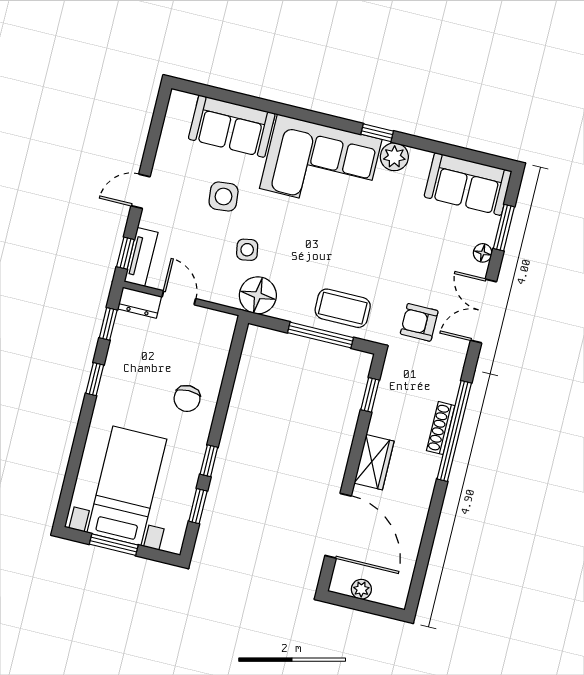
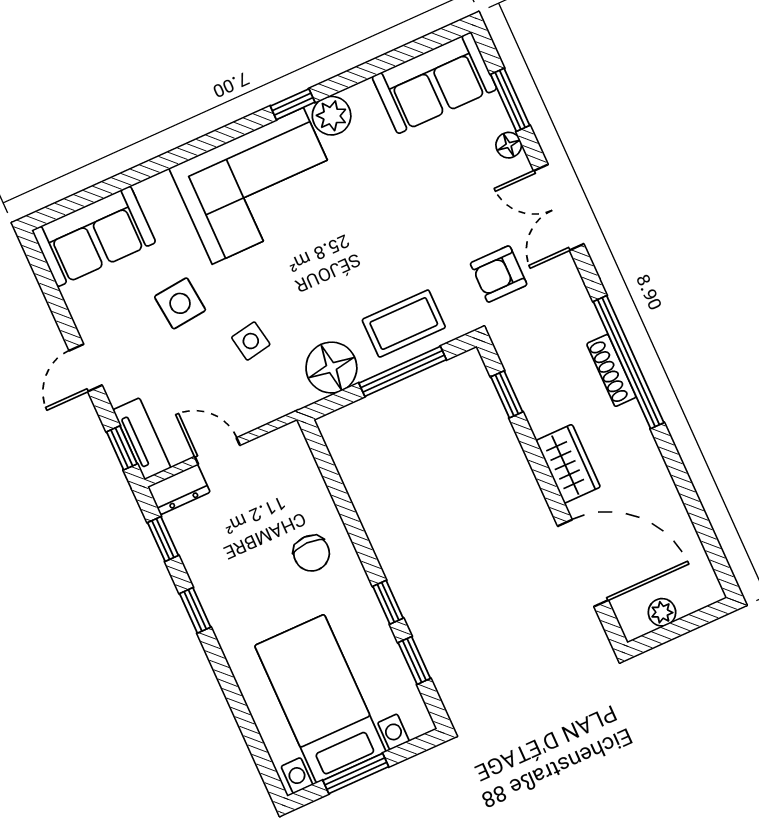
sofa: (232, 126) -> (94, 236), moved
floor lamp: (258, 295) -> (331, 368), moved

